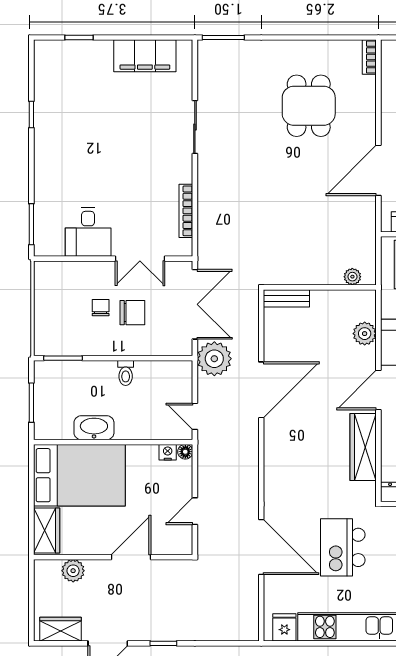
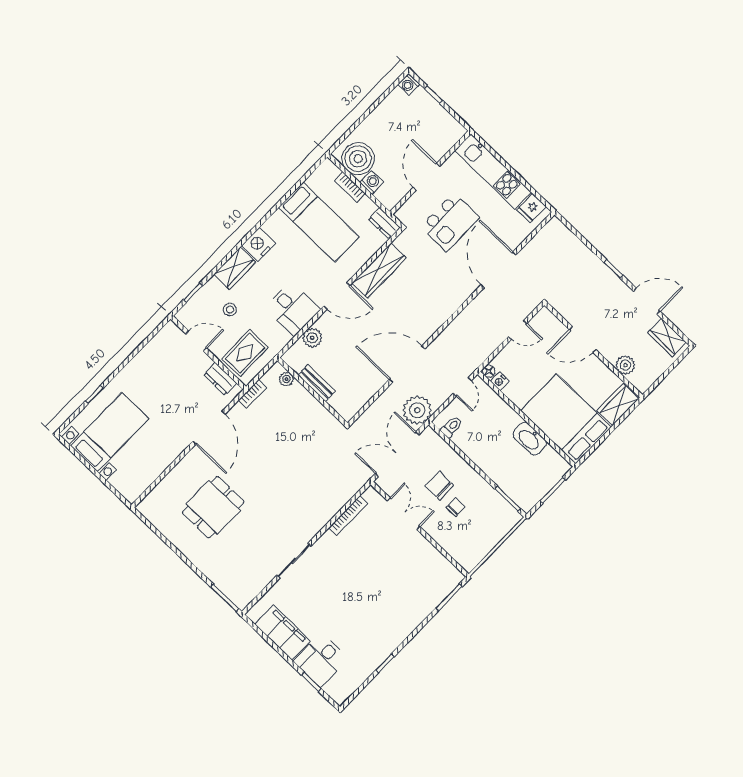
bookcase: (369, 57) -> (253, 394), moved
door: (378, 170) -> (209, 428), hinge flipped
desk: (88, 232) -> (321, 660), moved, turned 180
bench: (286, 298) -> (317, 383), moved
chair: (101, 308) -> (456, 507), turned 180
toilet: (126, 373) -> (451, 427), moved

